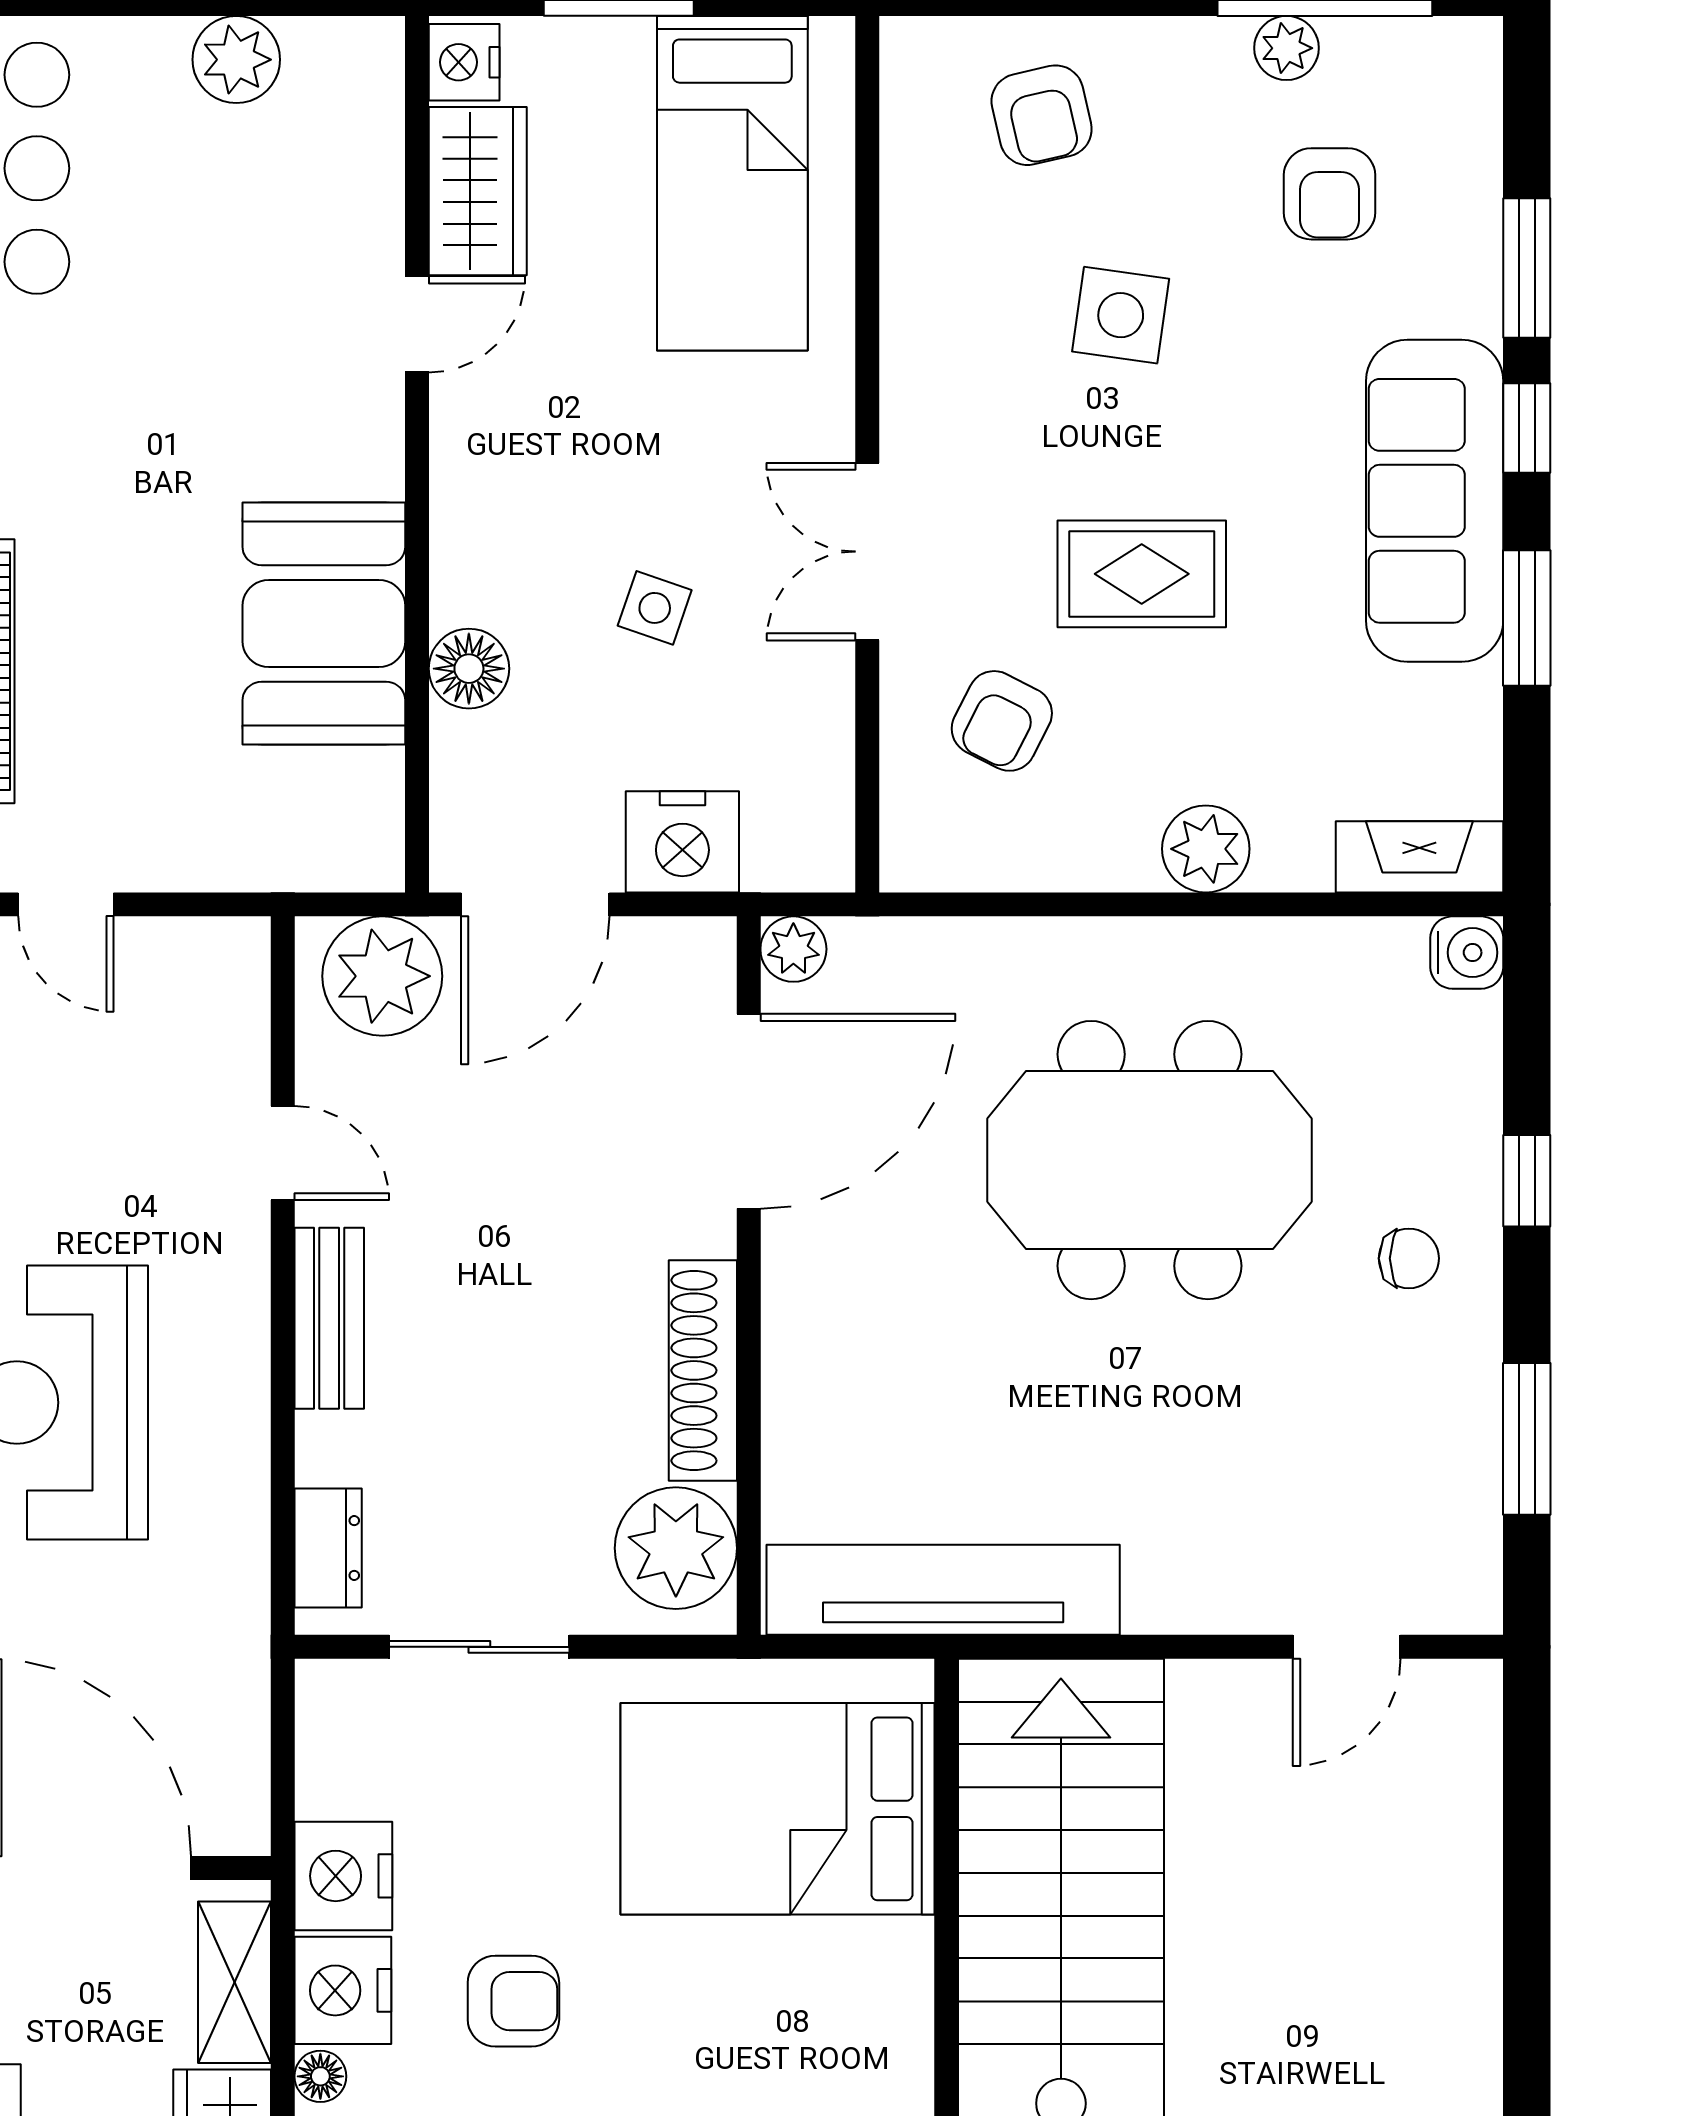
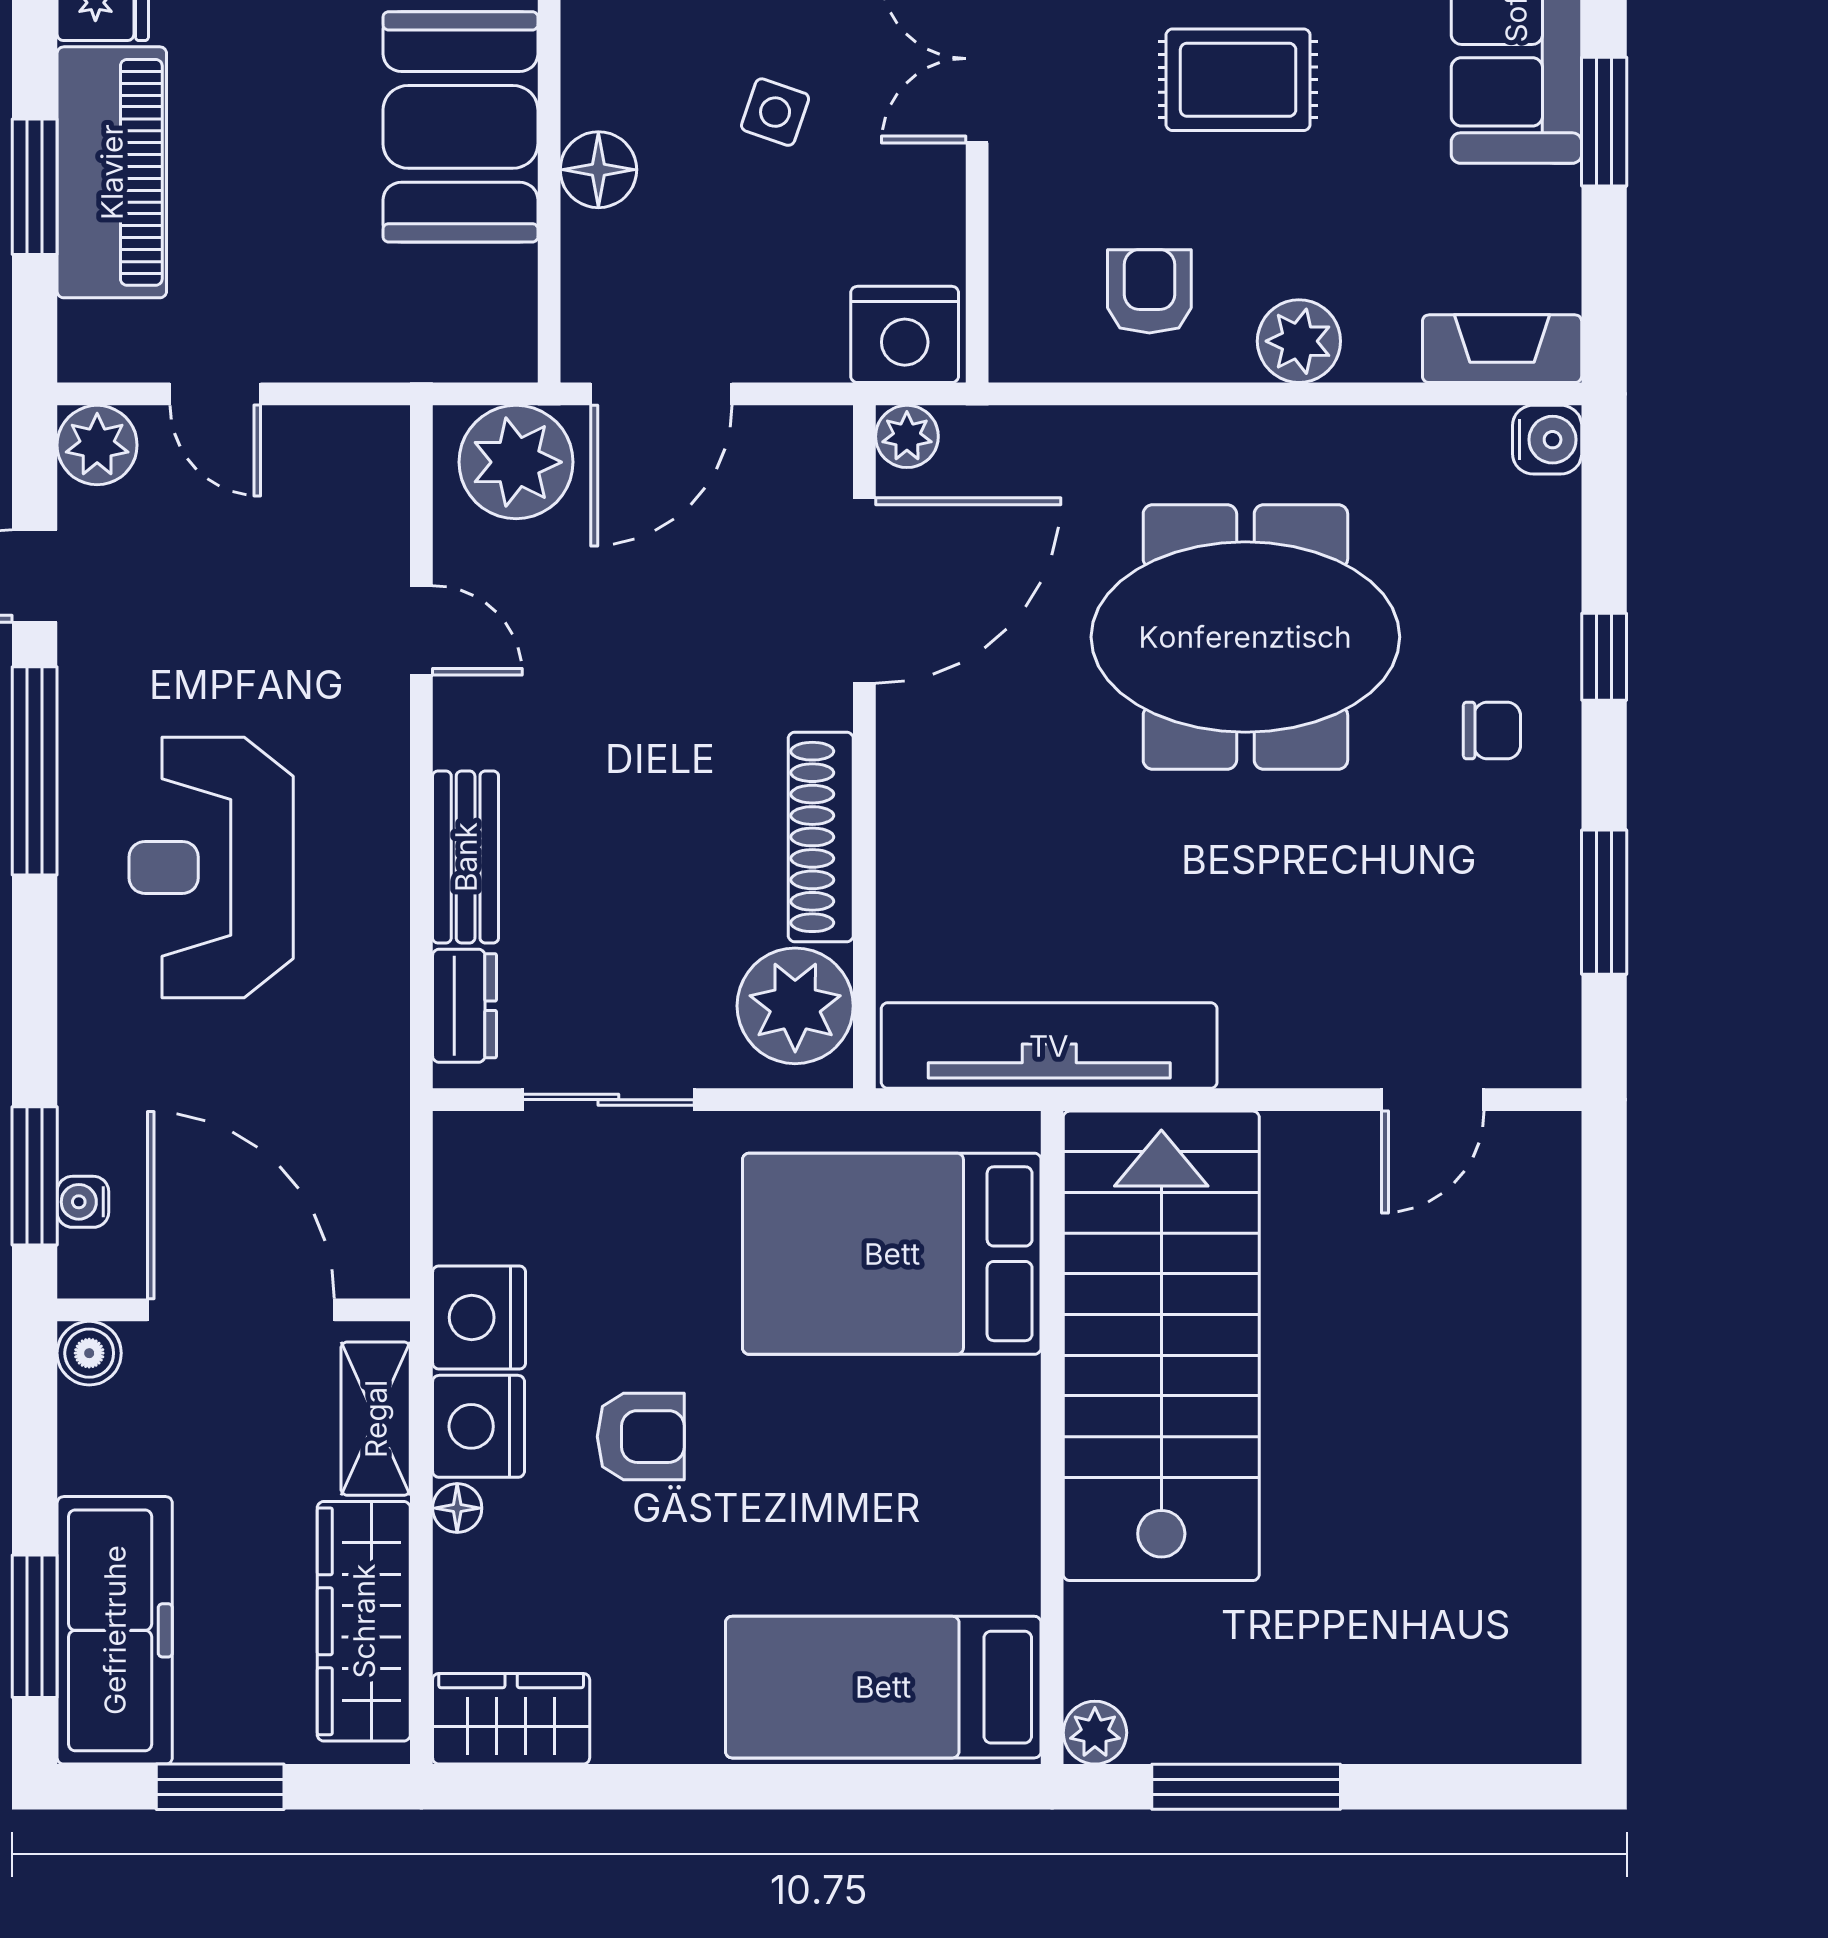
armchair: (1002, 721) -> (1149, 291), moved, turned 153
nightstand: (682, 842) -> (905, 334), moved
bench: (329, 1318) -> (466, 857), moved

